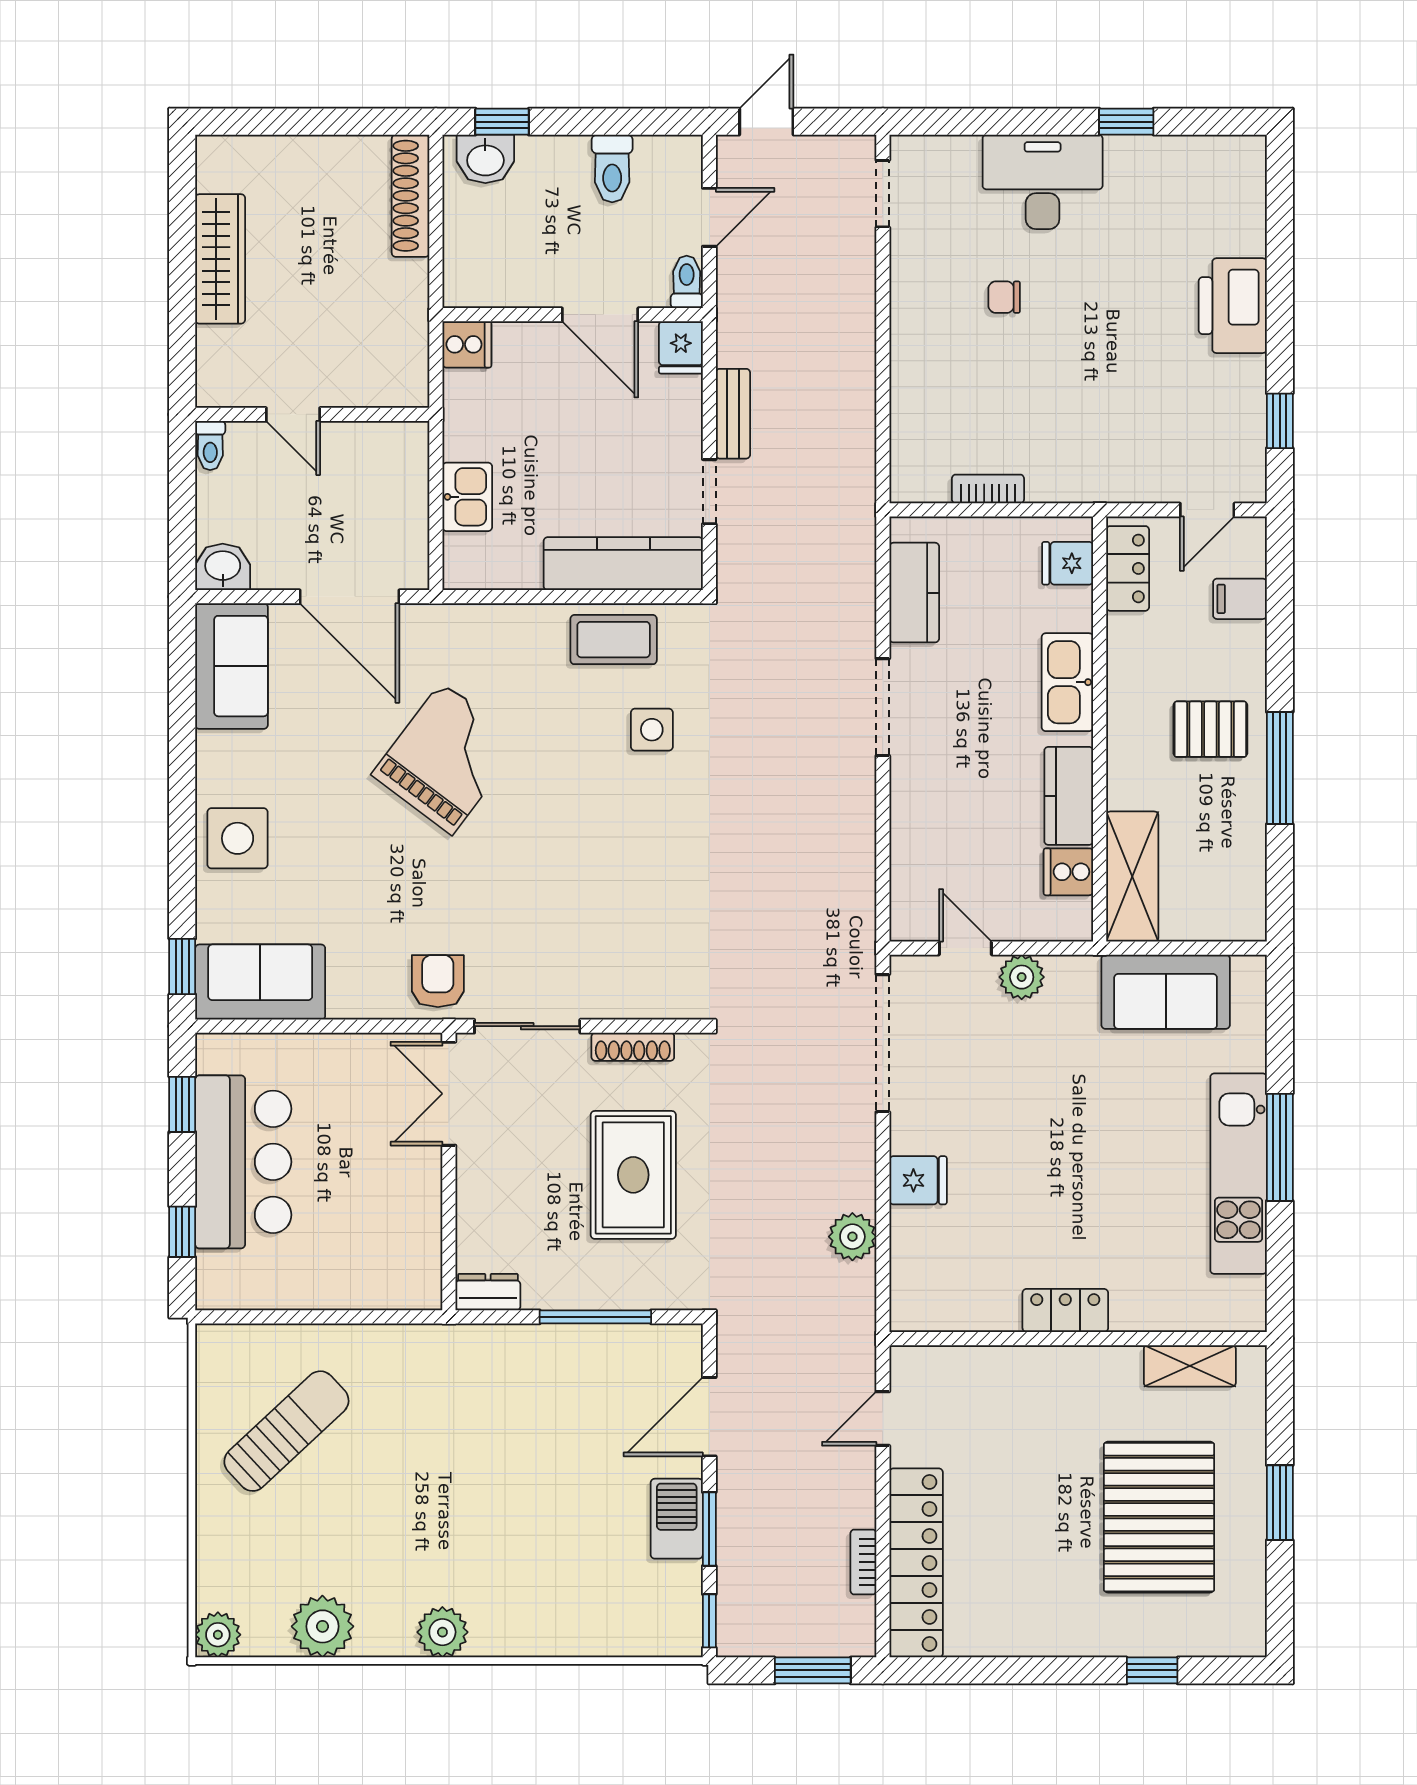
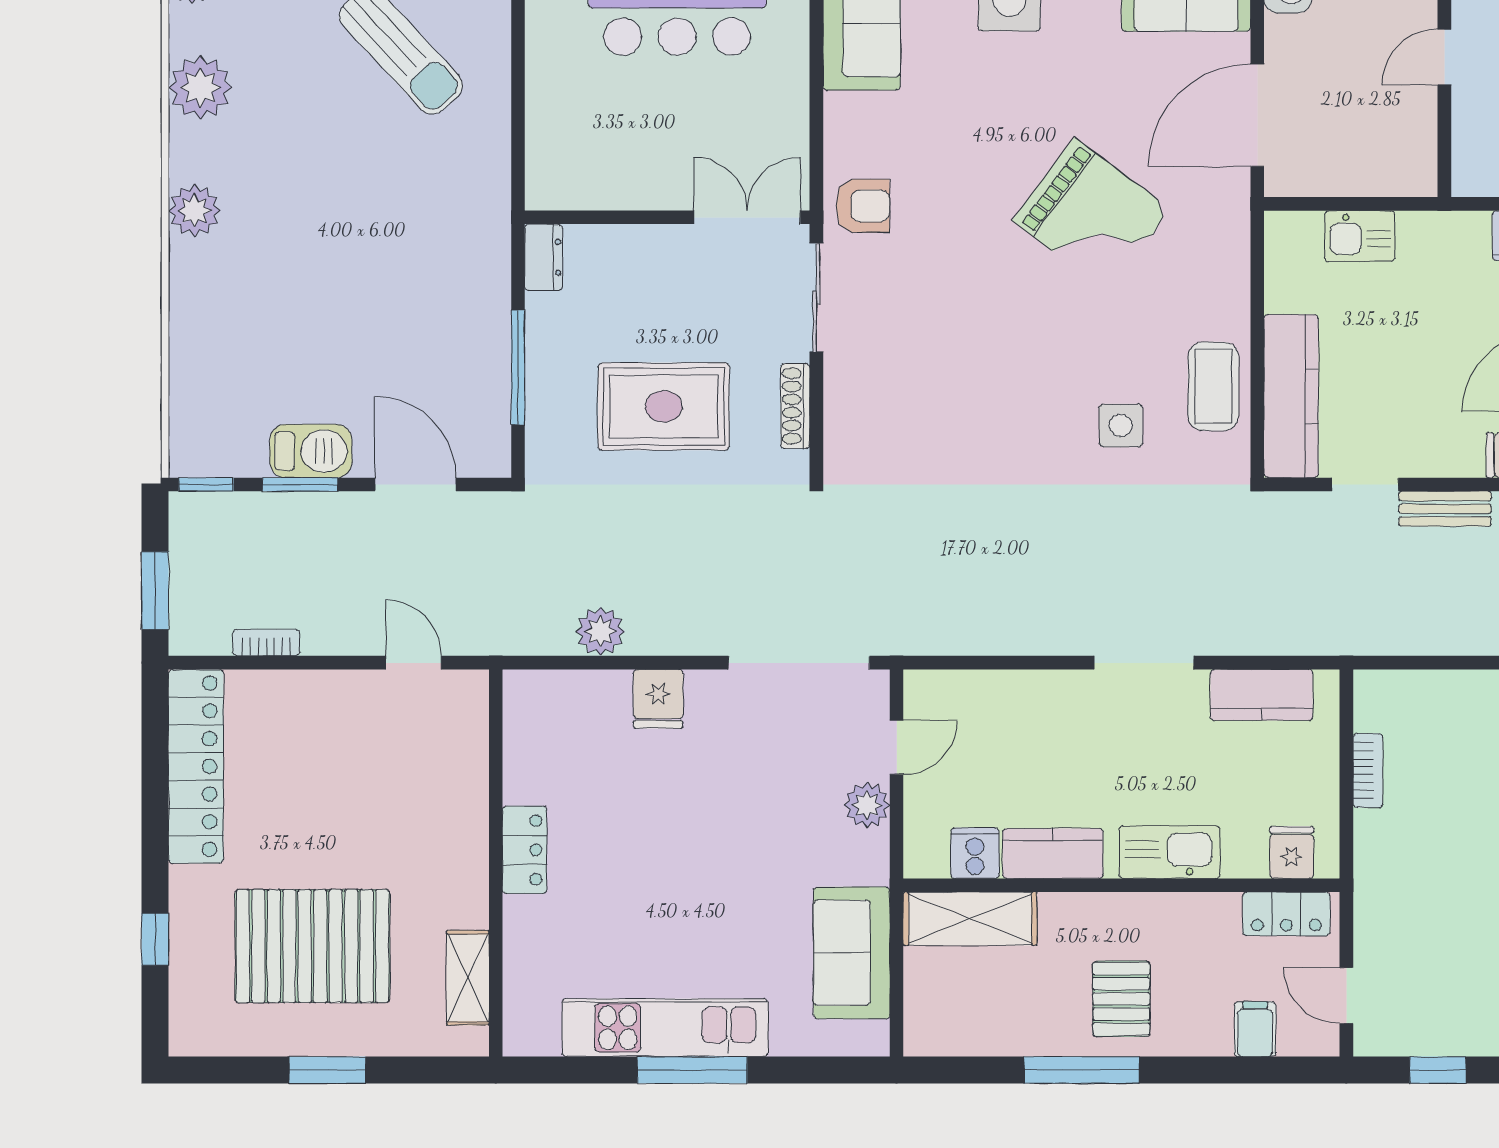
locker: (916, 1563) -> (196, 766), moved, turned -90

